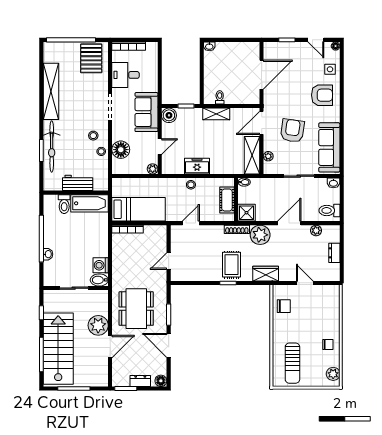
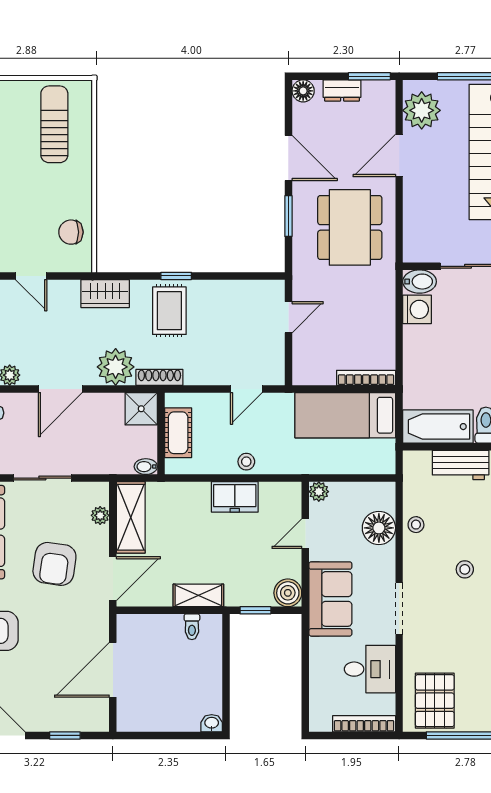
stool: (93, 136) -> (465, 569), moved
plant: (98, 325) -> (422, 110), moved

